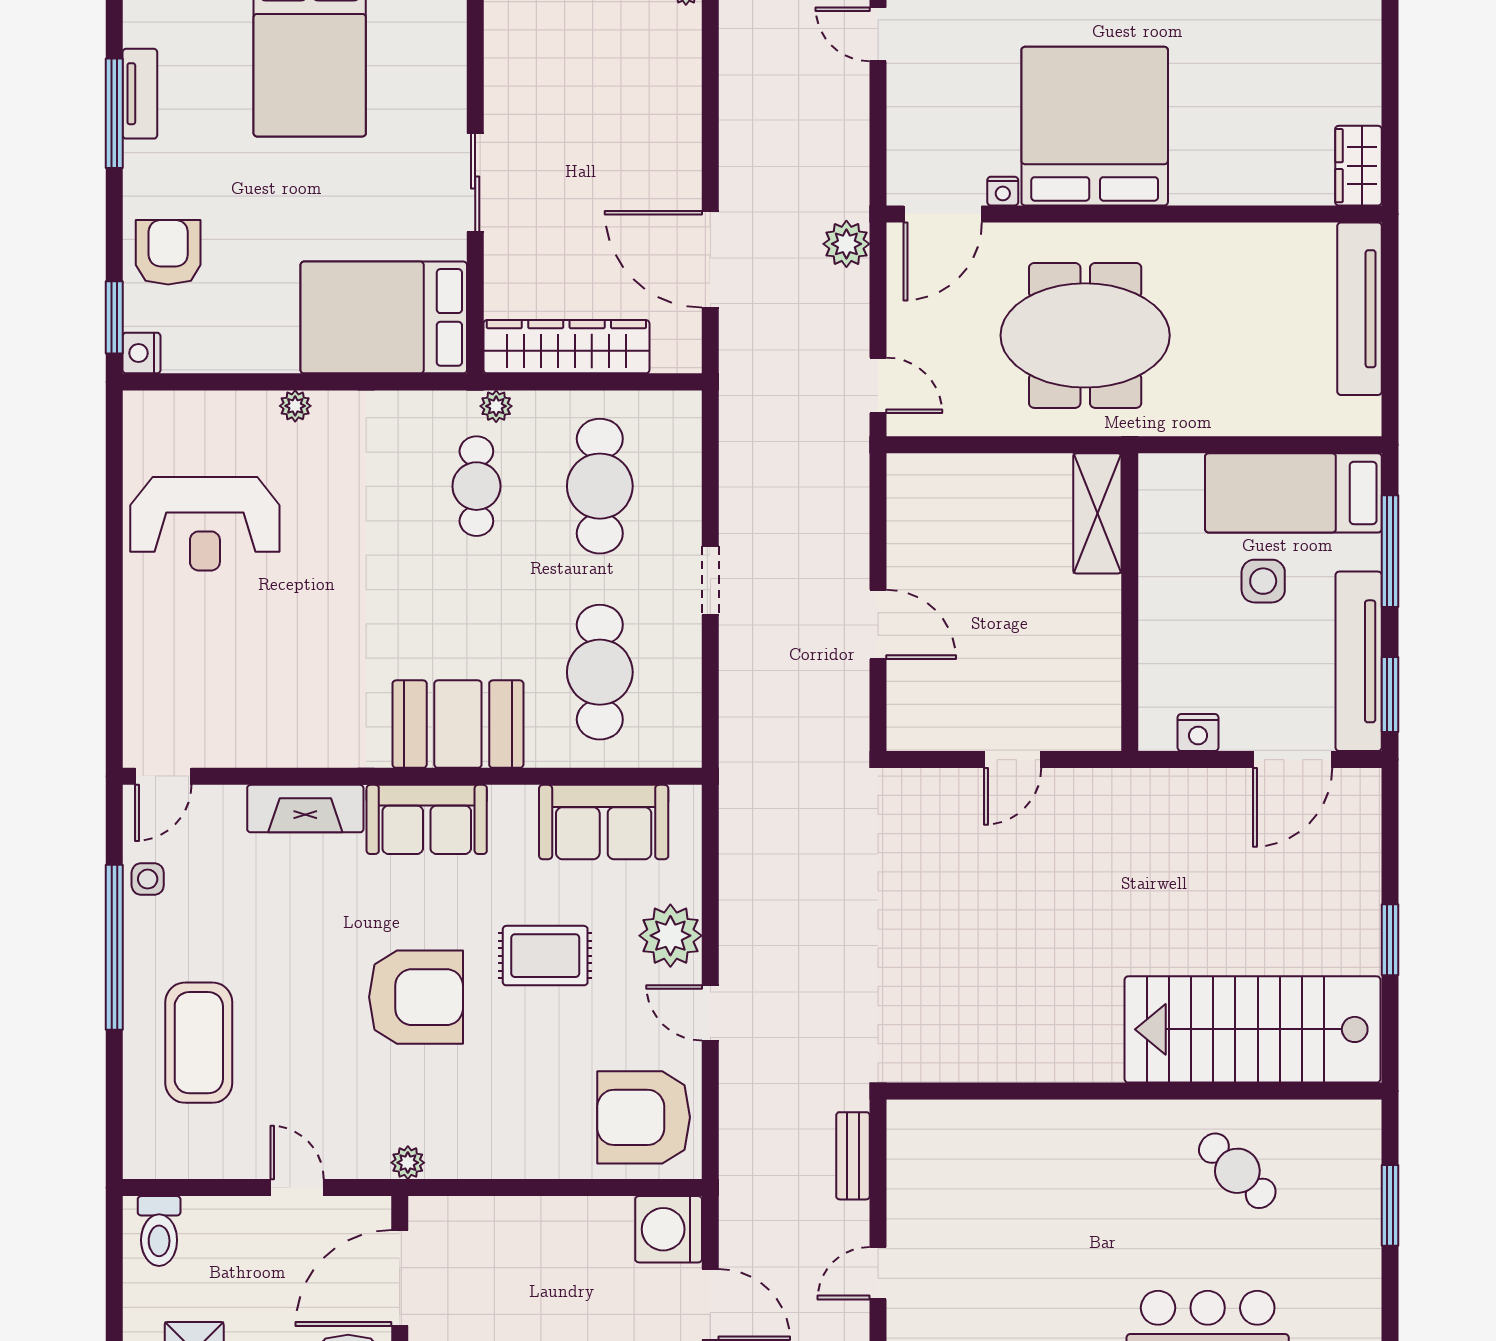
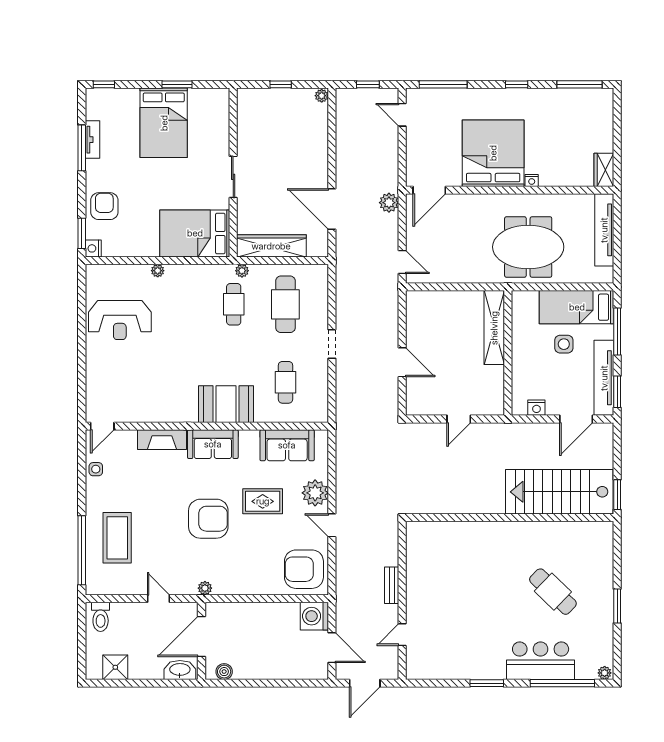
nightstand: (1003, 191) -> (532, 180), moved
meeting table: (1085, 335) -> (528, 247), moved
shelving: (1097, 513) -> (494, 328), width x1.47
cafe table: (600, 672) -> (285, 382), width x0.73, depth x0.74
window: (114, 947) -> (82, 550), moved
stairs: (1253, 1029) -> (559, 492), moved
wall: (1134, 1091) -> (510, 518), moved
cafe table: (1237, 1171) -> (553, 592), width x1.37, depth x1.35

